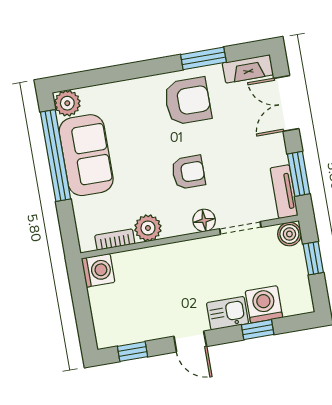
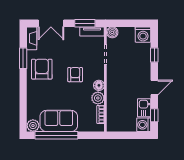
floor lamp: (204, 220) -> (99, 85), moved
window: (313, 258) -> (125, 23), removed
washing machine: (98, 270) -> (144, 125), moved, turned -90
washing machine: (264, 304) -> (143, 35), moved, turned -90
kitchen sink: (227, 313) -> (144, 108), moved

